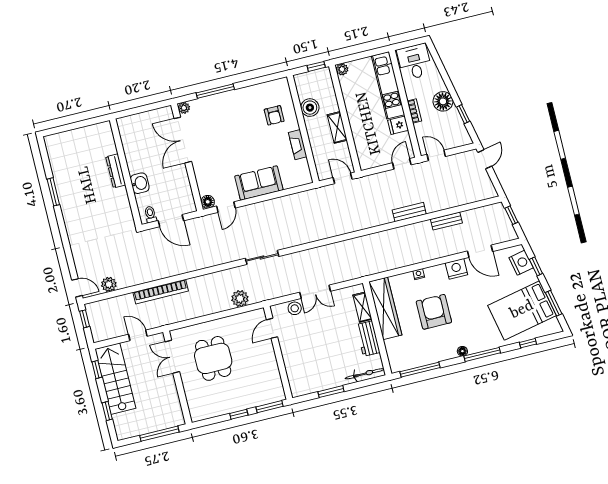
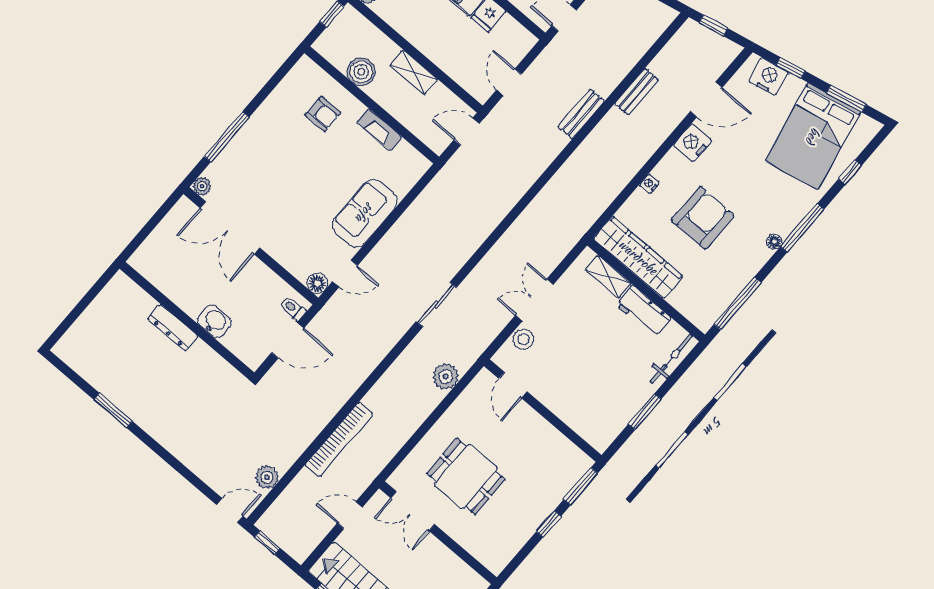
door: (402, 164) -> (509, 82), moved
door: (226, 207) -> (345, 274), hinge flipped
toilet: (150, 214) -> (293, 308), moved
double door: (315, 292) -> (534, 300), swing flipped
armchair: (434, 312) -> (703, 218), turned 90

